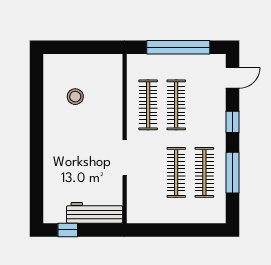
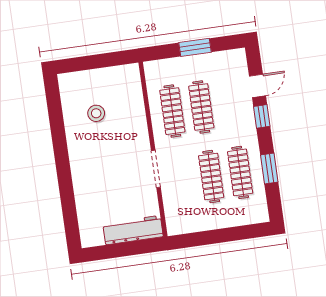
window: (178, 47) -> (195, 47), width x0.47
door: (233, 78) -> (257, 86), moved
window: (233, 173) -> (269, 168), width x0.69
window: (68, 230) -> (108, 252), removed

